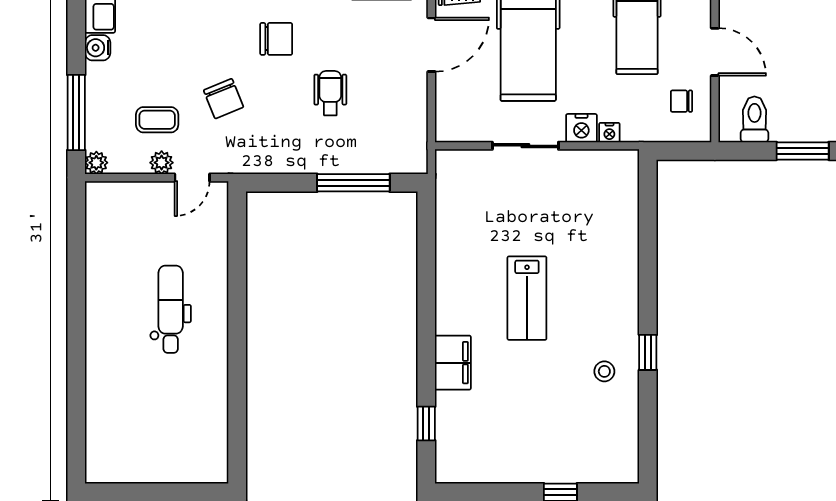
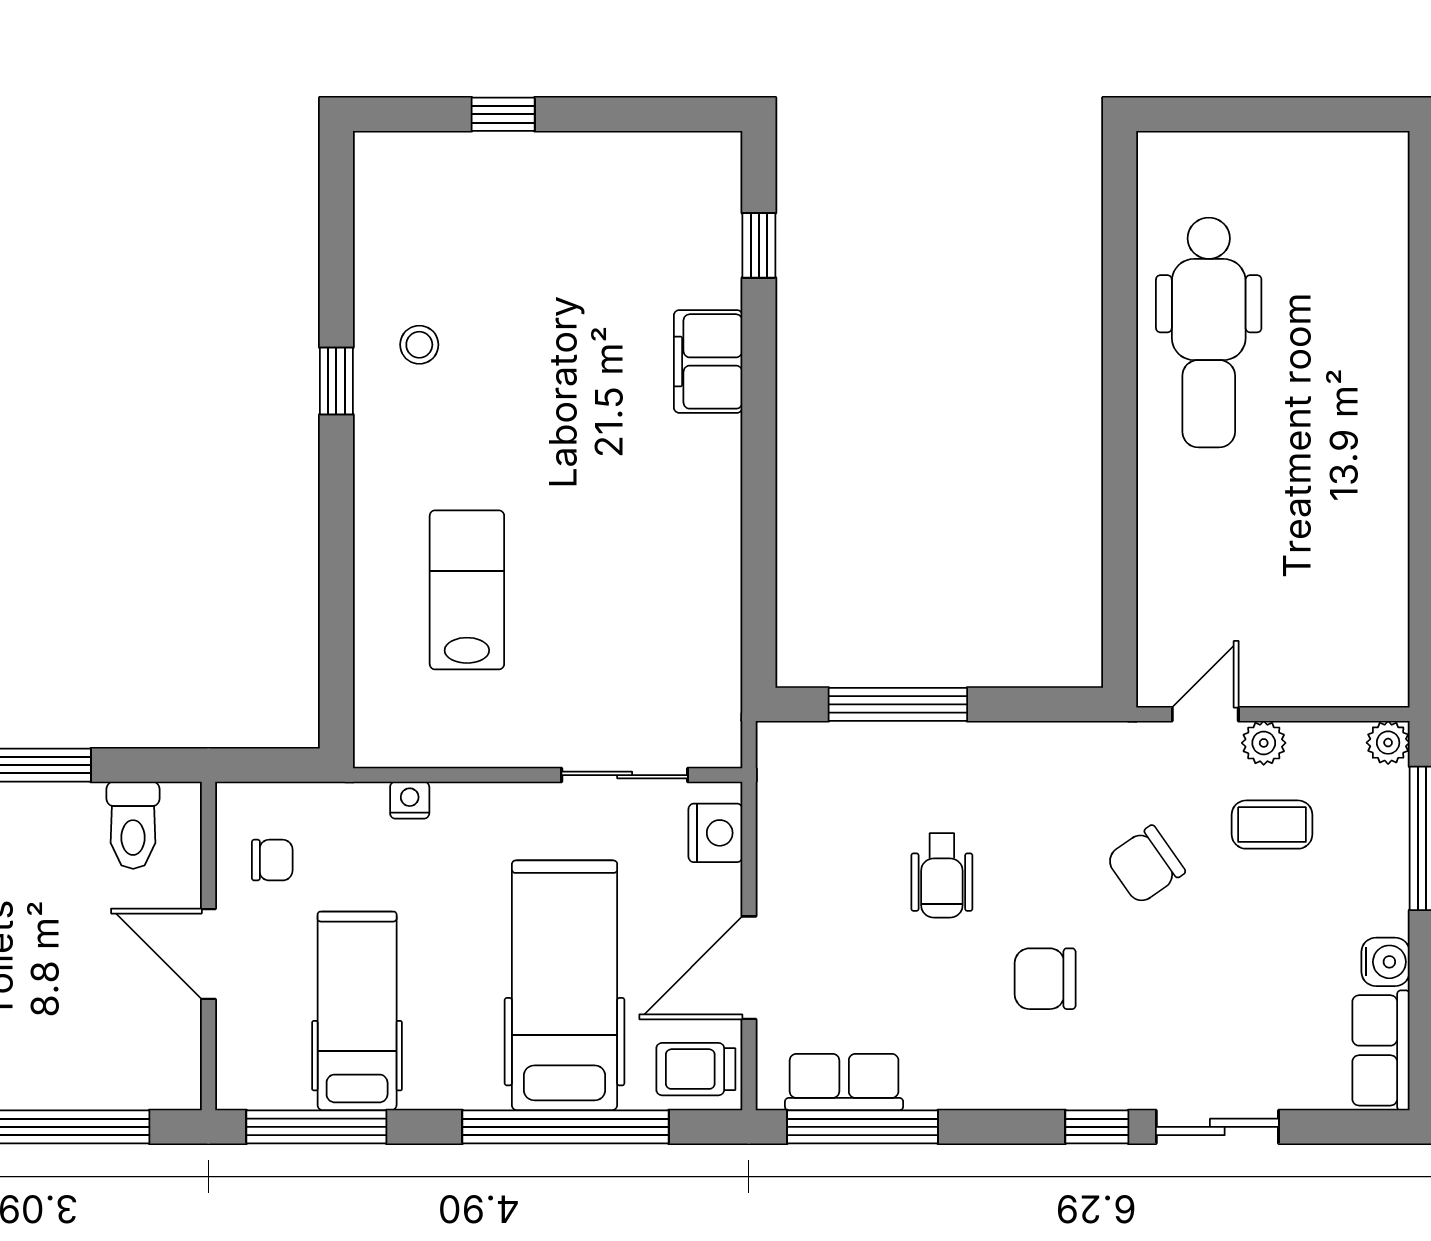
chair: (224, 99) -> (1145, 865), turned -103
nightstand: (581, 128) -> (715, 833), moved, turned 90
sliding door: (525, 146) -> (625, 775), moved
lab bench: (527, 298) -> (467, 590), moved
dental chair: (171, 309) -> (1209, 332), moved, width x1.36, depth x1.38

